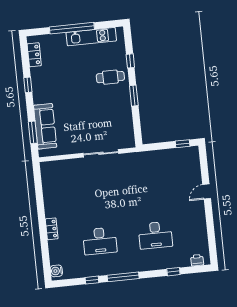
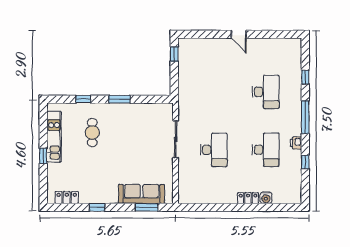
window: (72, 28) -> (43, 156), width x0.32
cafe table: (110, 77) -> (92, 133), moved
desk: (95, 191) -> (214, 150), added
door: (207, 192) -> (239, 34), moved
printer: (197, 260) -> (296, 143), moved
water cooler: (56, 271) -> (266, 198), moved
window: (123, 277) -> (305, 117), moved

